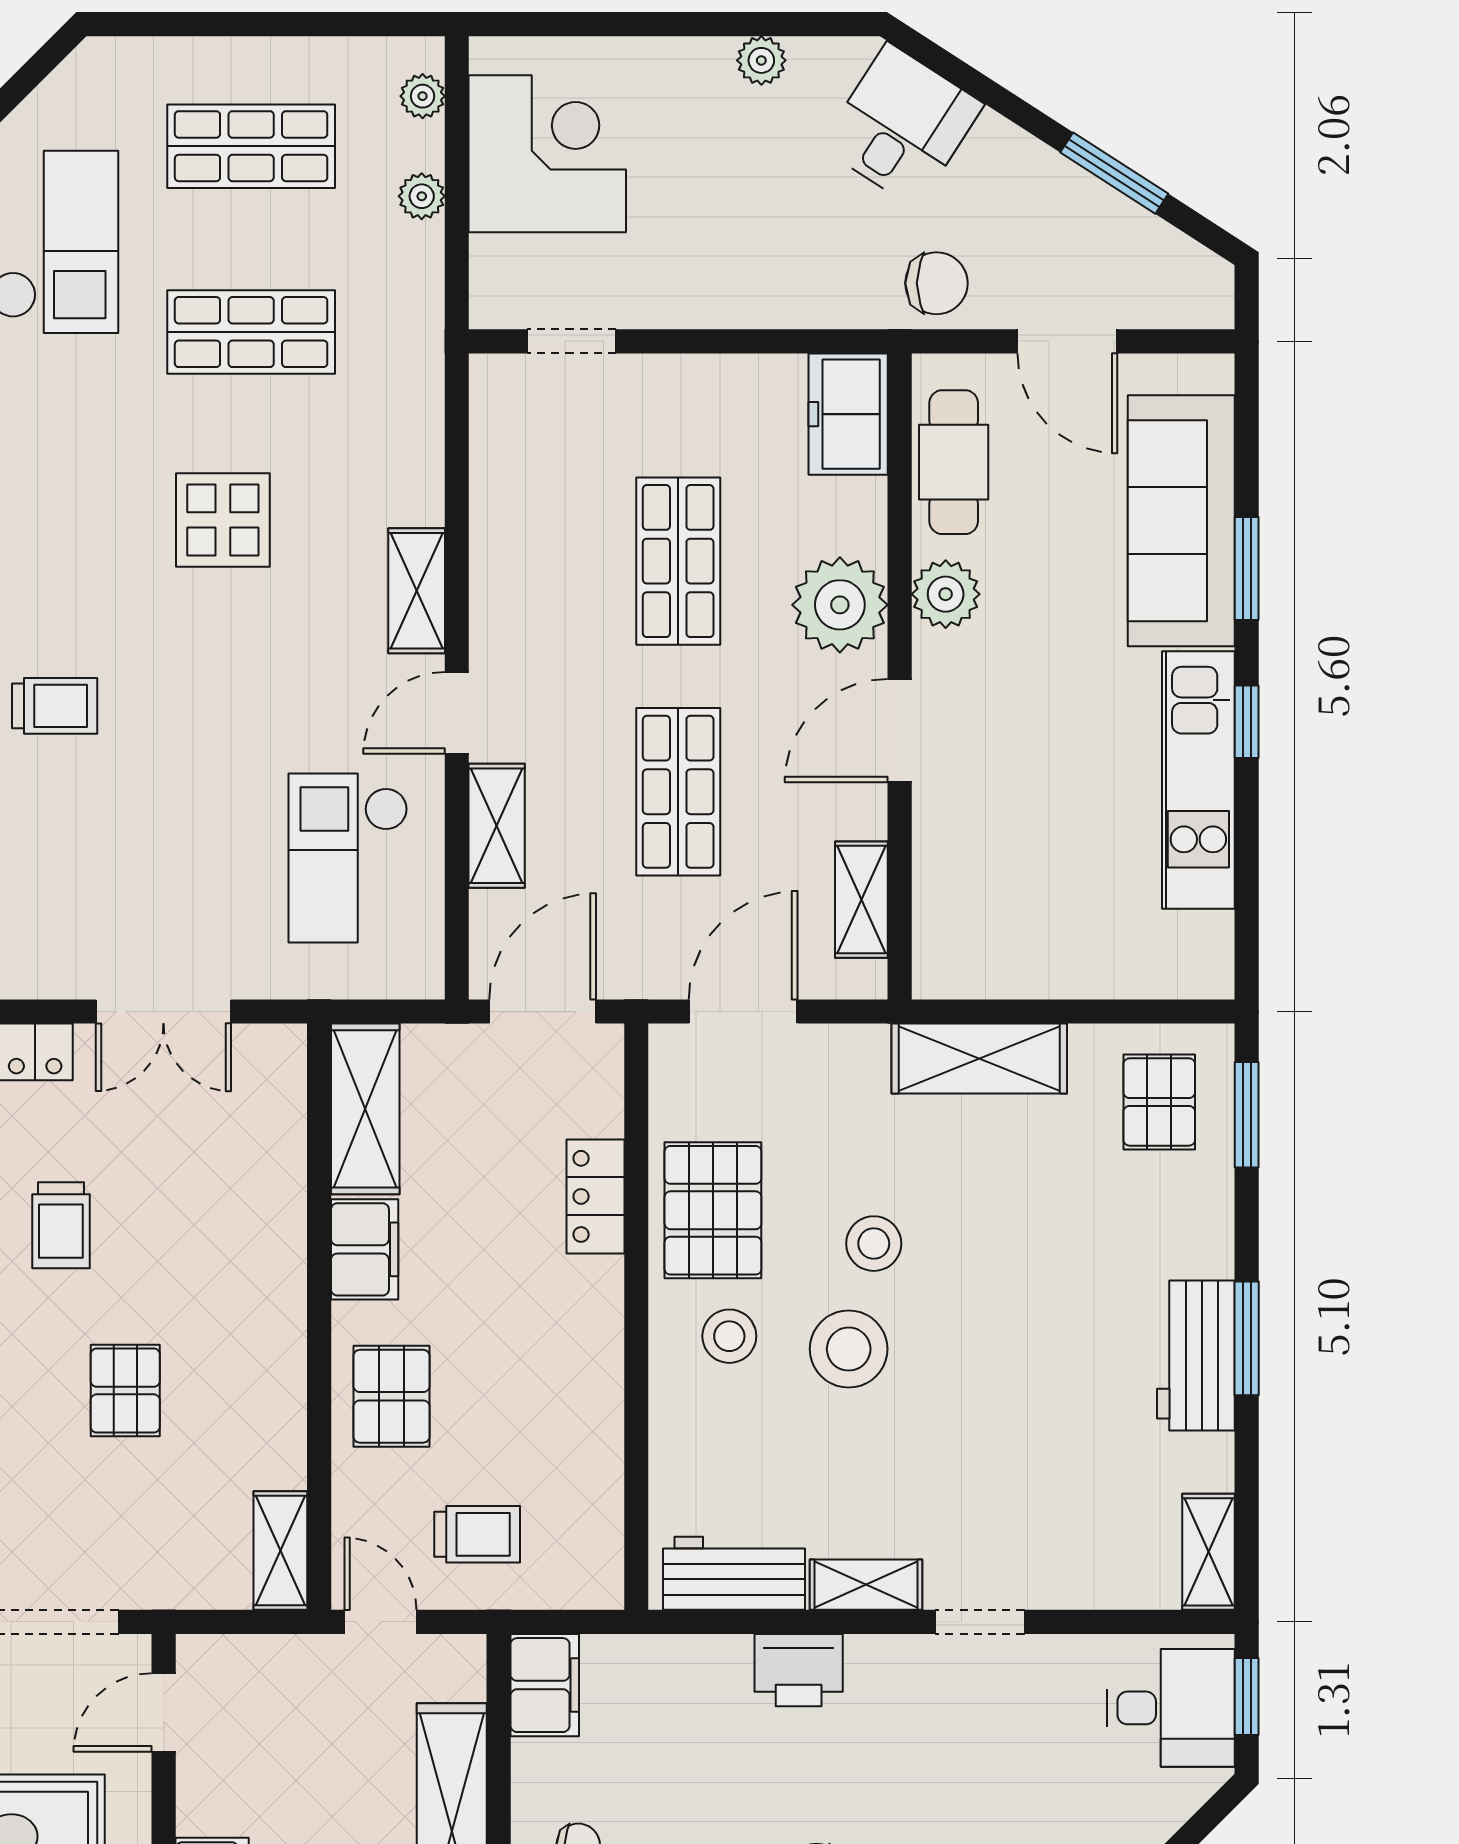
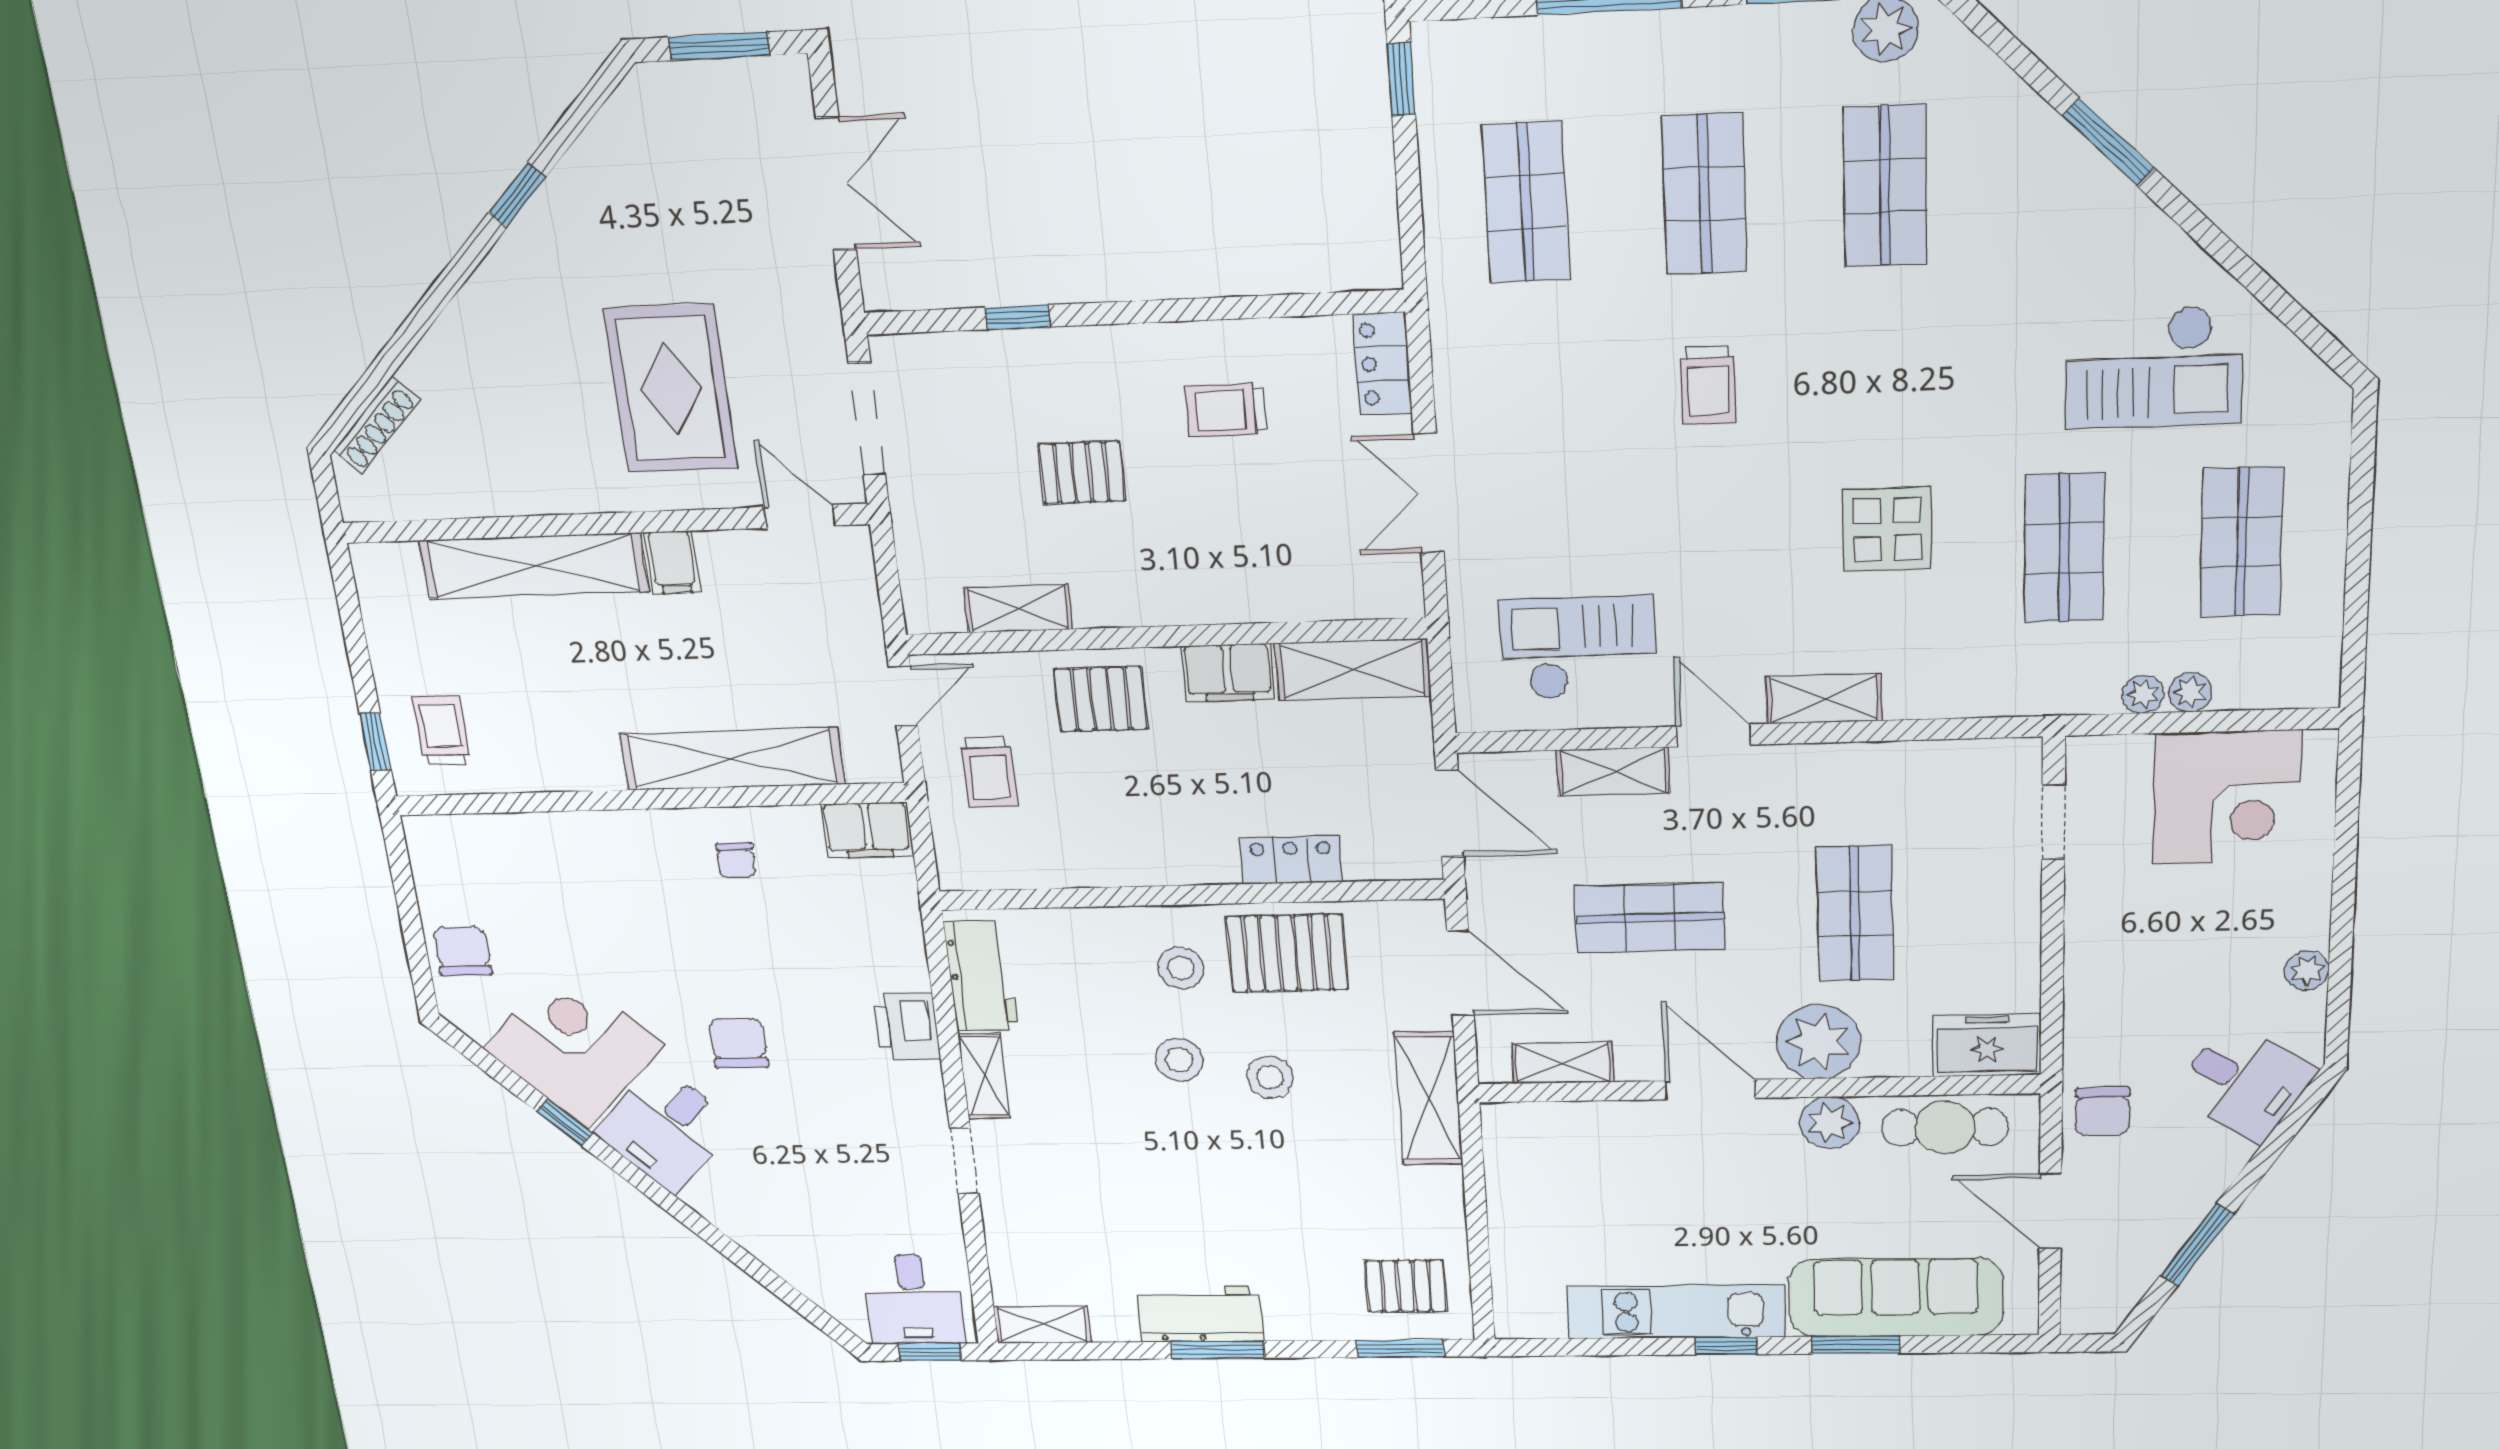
plant: (423, 96) -> (2143, 694), moved
door: (1067, 341) -> (2050, 1212), hinge flipped
shop shelf: (678, 561) -> (1855, 913), turned 90
shelving: (979, 1059) -> (1429, 1098), moved
stool: (849, 1349) -> (1179, 1060), width x0.73, depth x0.73
shelving: (280, 1550) -> (1018, 609), moved

